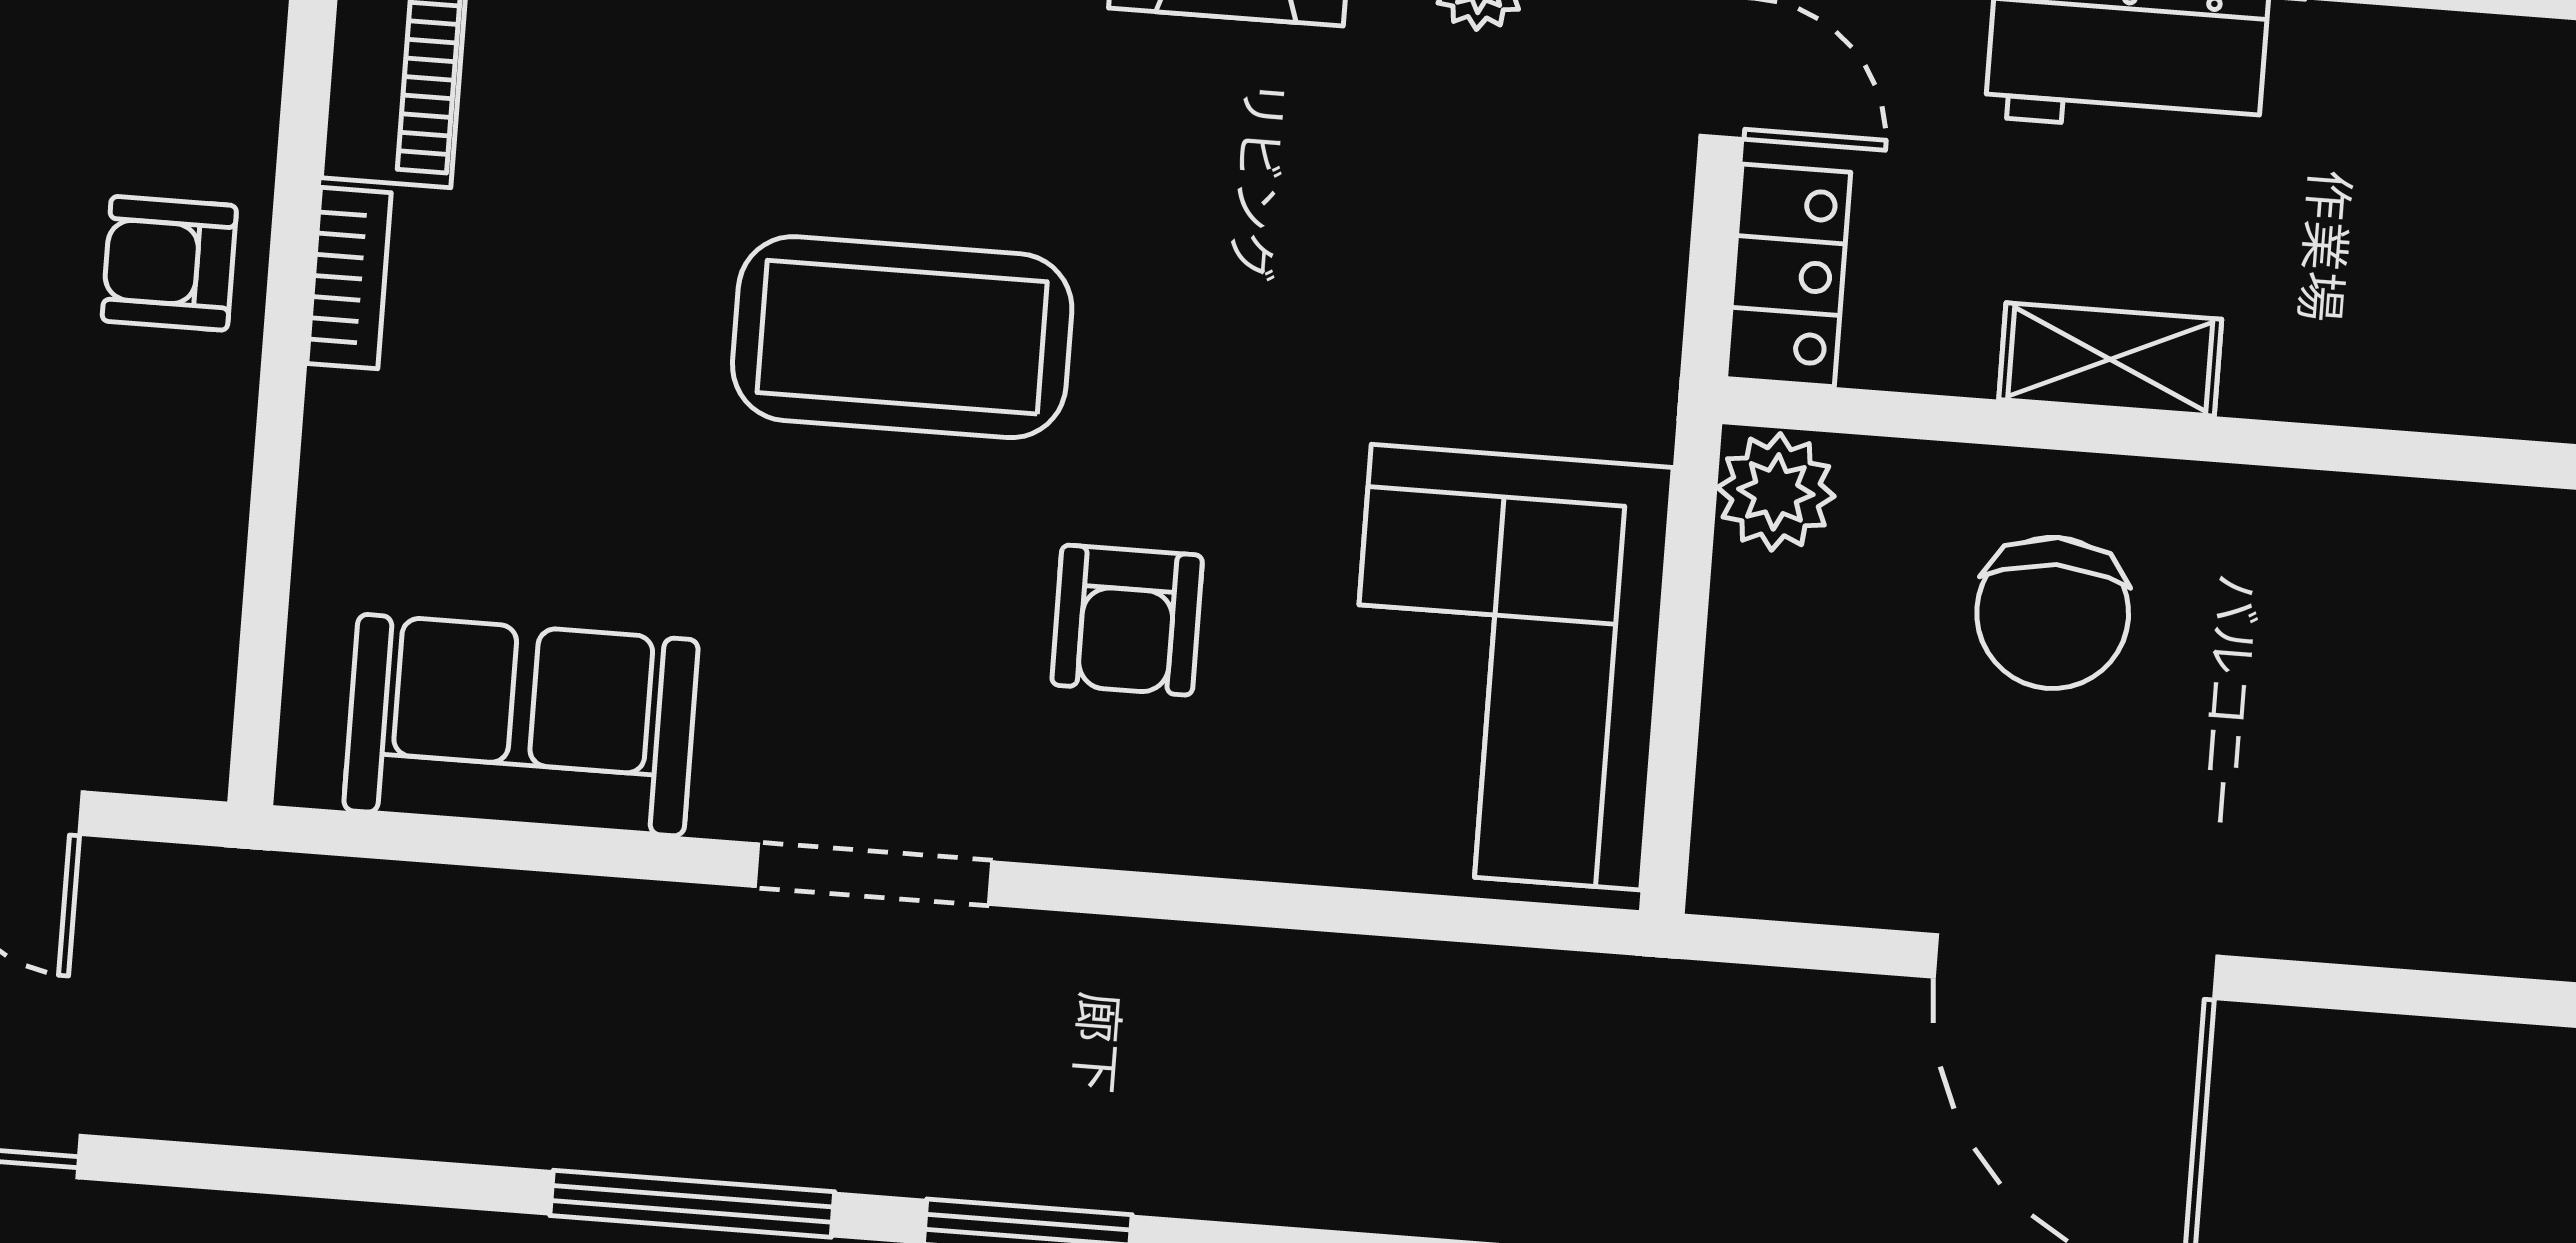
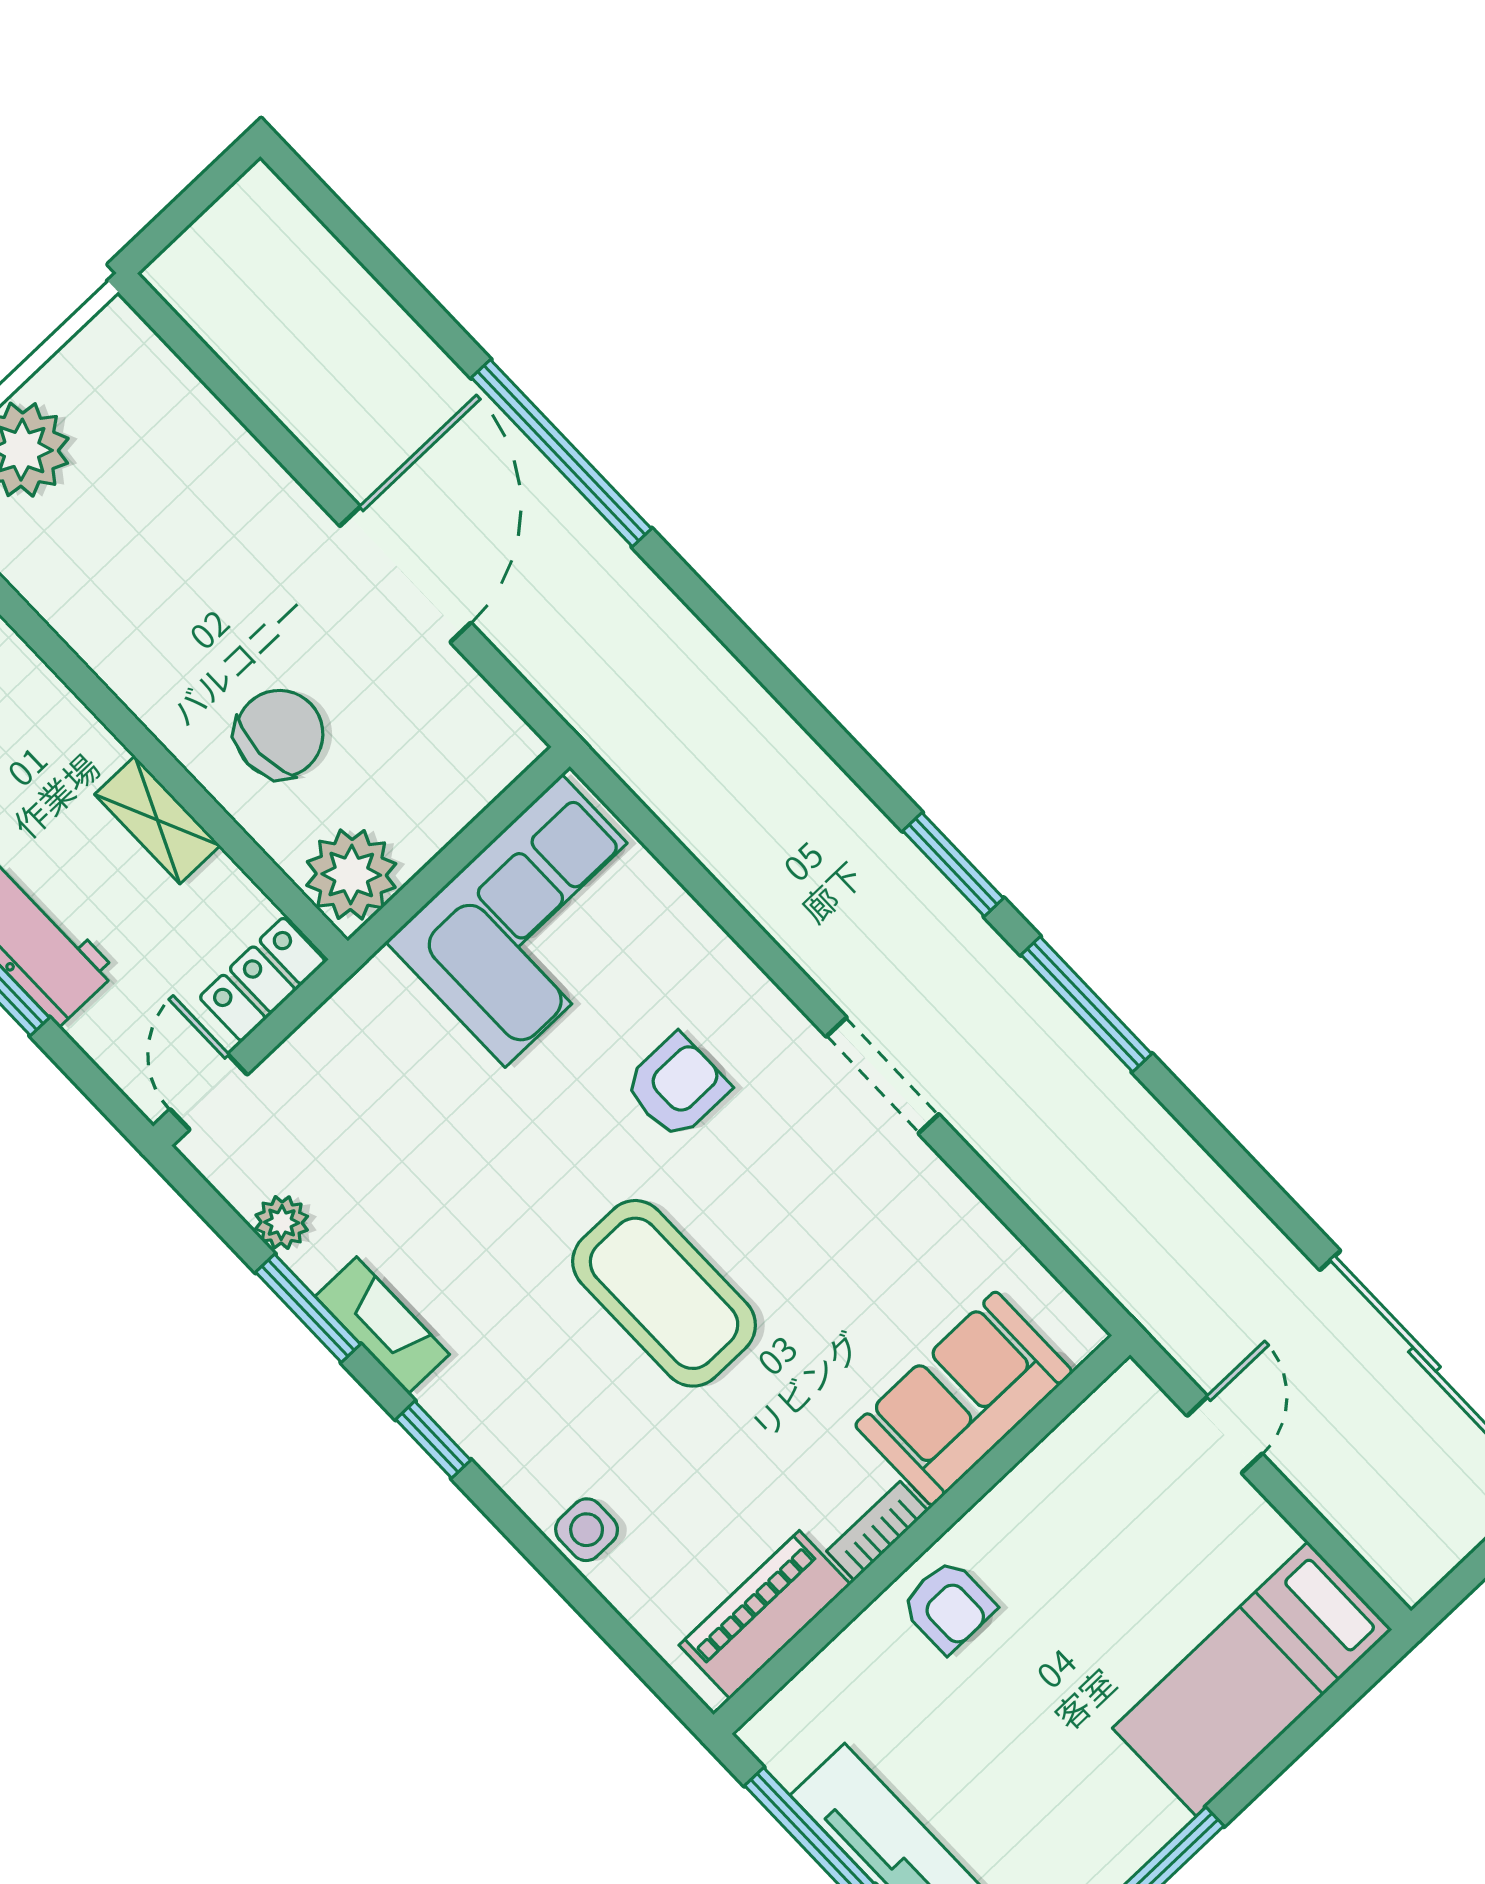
plant: (1776, 492) -> (351, 874), width x1.36, depth x1.36
sofa: (521, 725) -> (964, 1398), moved, turned 90

